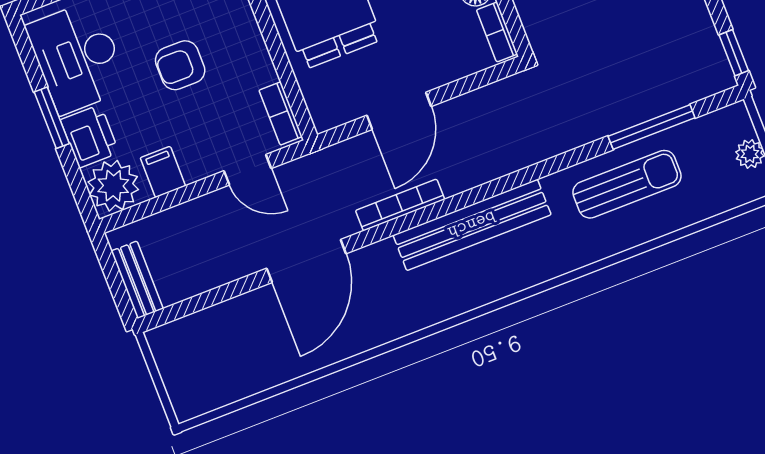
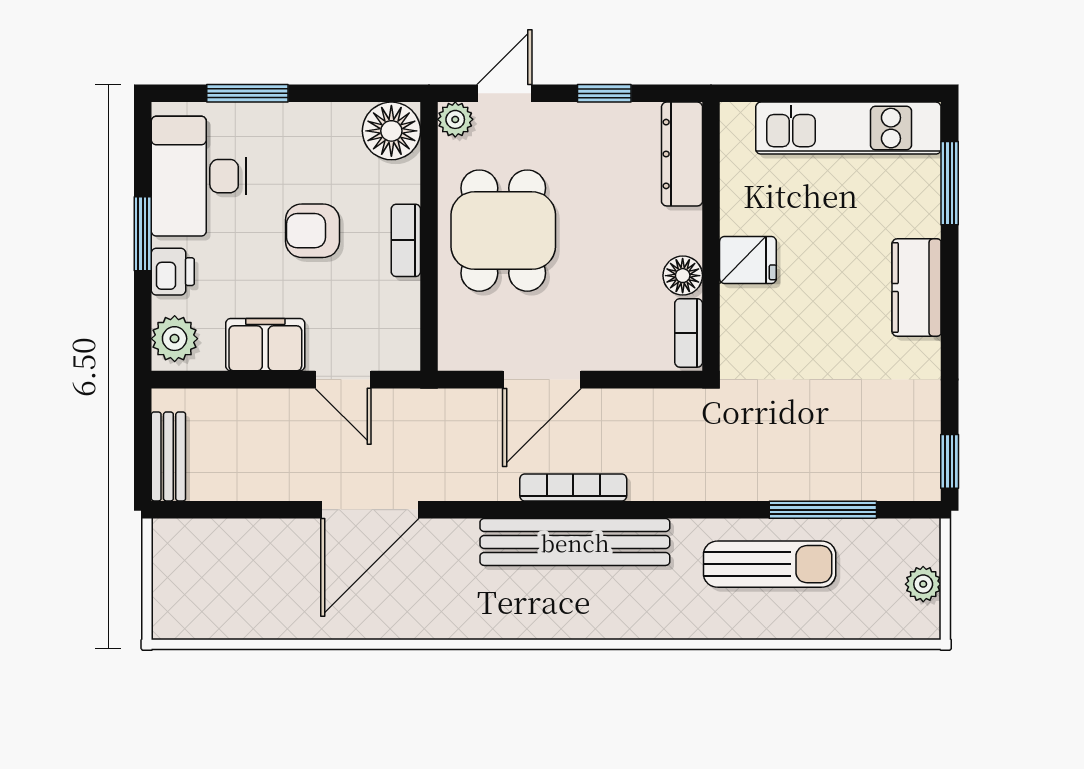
bookcase: (281, 113) -> (406, 240), moved
printer: (90, 136) -> (173, 272), width x0.73, depth x0.81
filing cabinet: (163, 172) -> (265, 345), width x2.00
plant: (113, 186) -> (175, 339), width x0.73, depth x0.73
bookcase: (400, 205) -> (573, 487), moved

